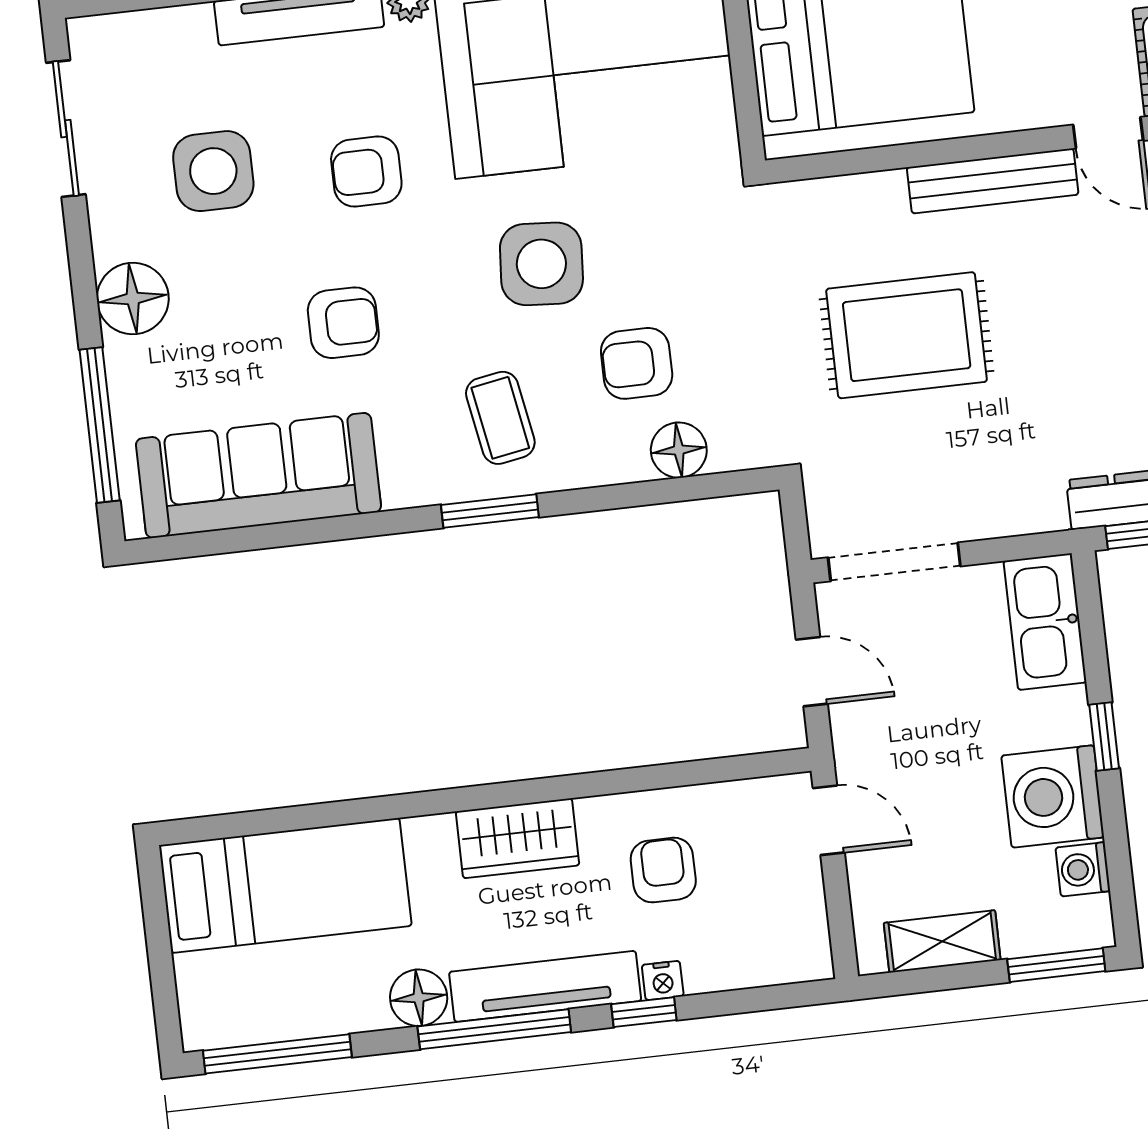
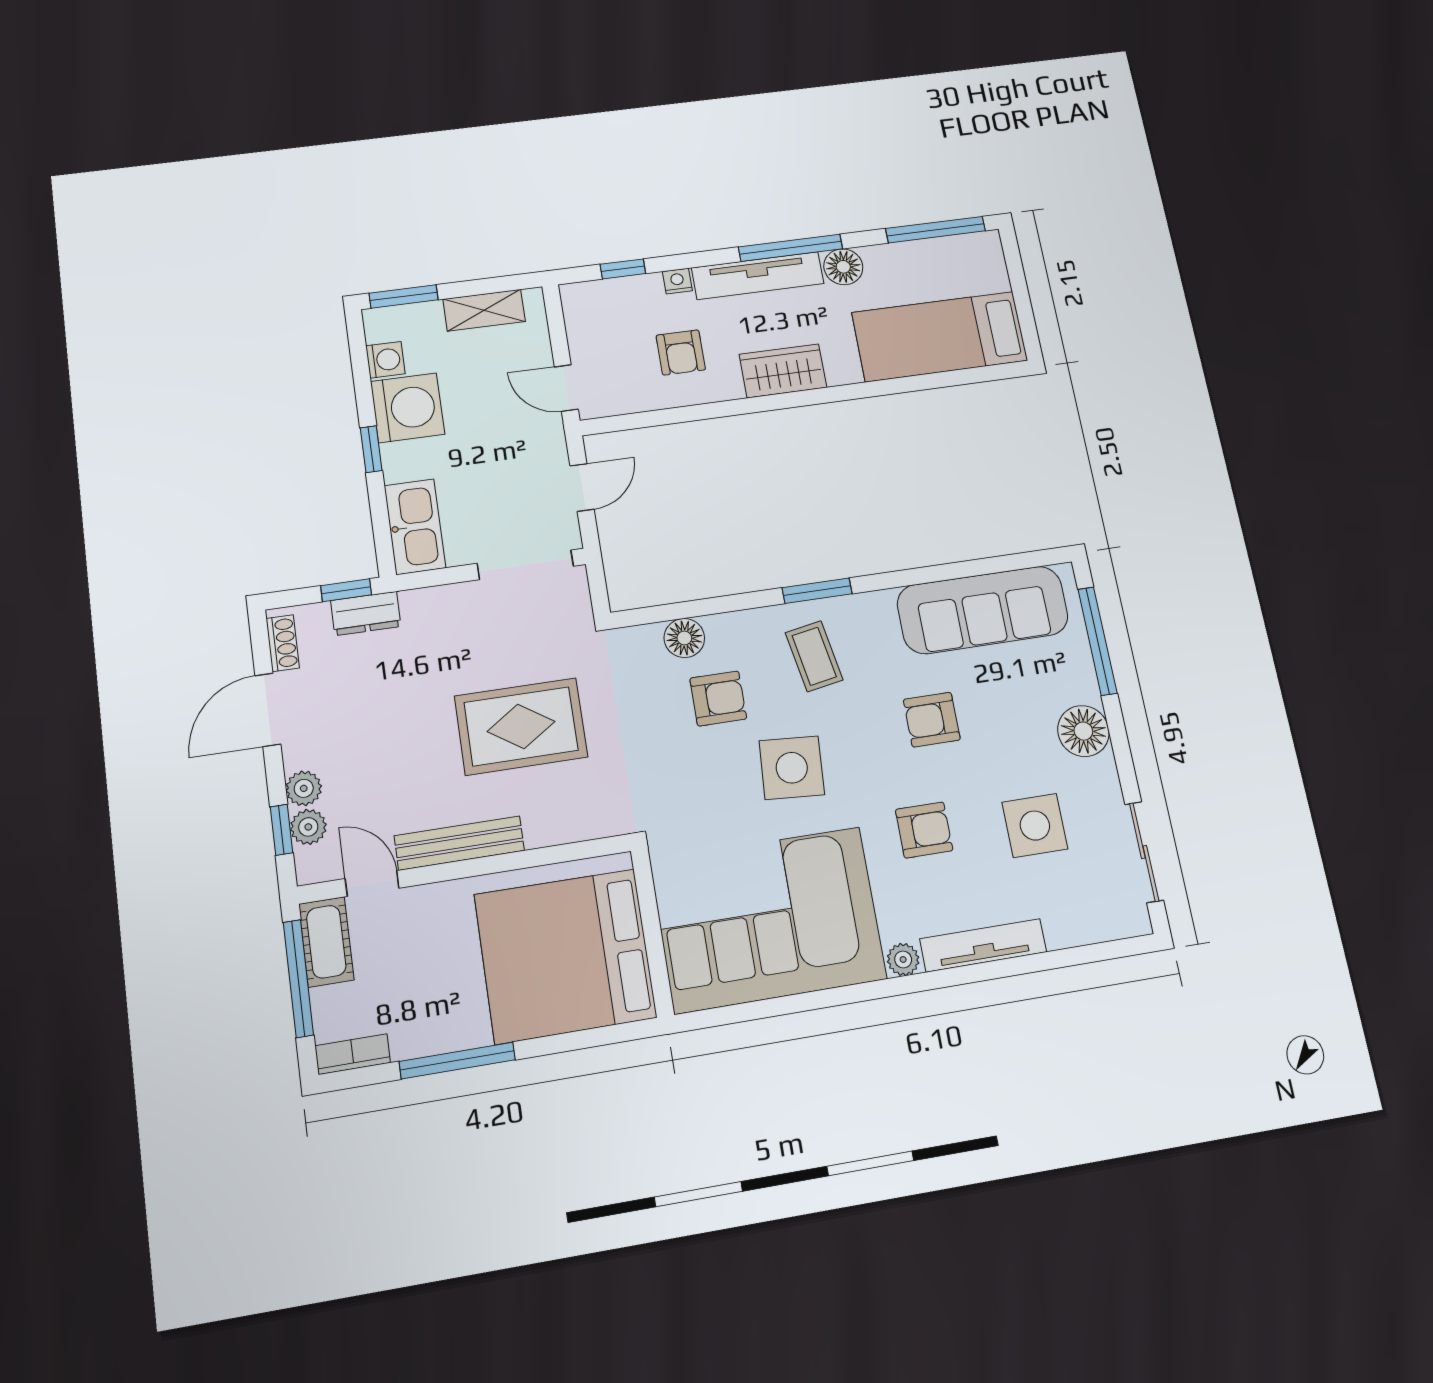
door: (812, 672) -> (582, 487), swing flipped
window: (644, 1012) -> (623, 269), moved

